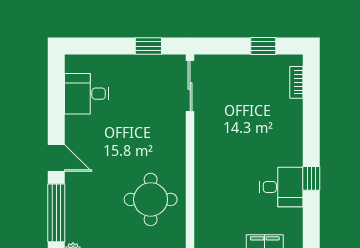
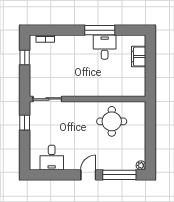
window: (311, 178) -> (100, 30), width x2.17

